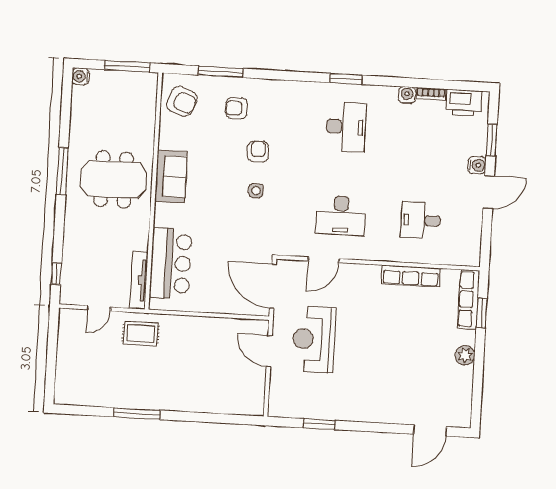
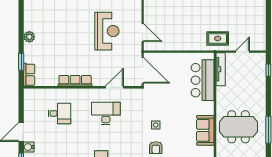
row of seats: (411, 276) -> (75, 81), moved
row of seats: (469, 299) -> (29, 75), width x0.68
reception desk: (314, 339) -> (107, 31), moved

